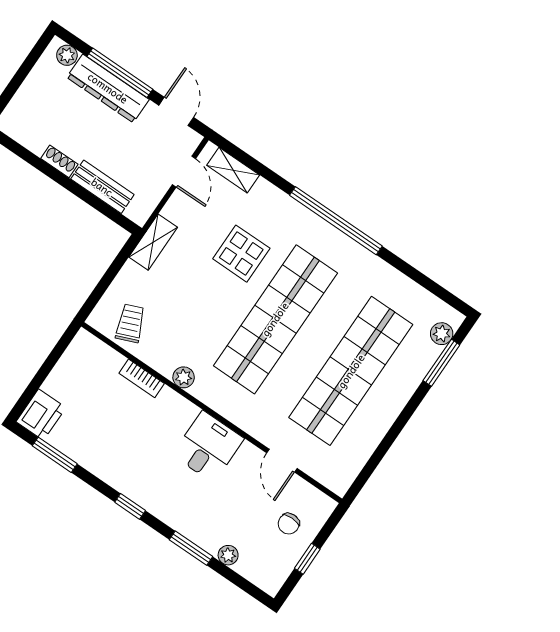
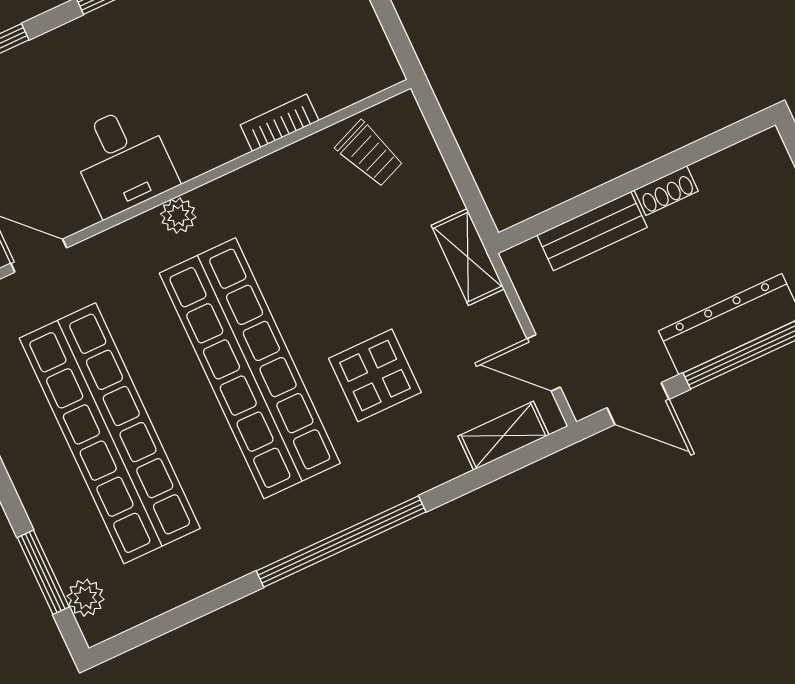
plant: (184, 377) -> (178, 215), moved

